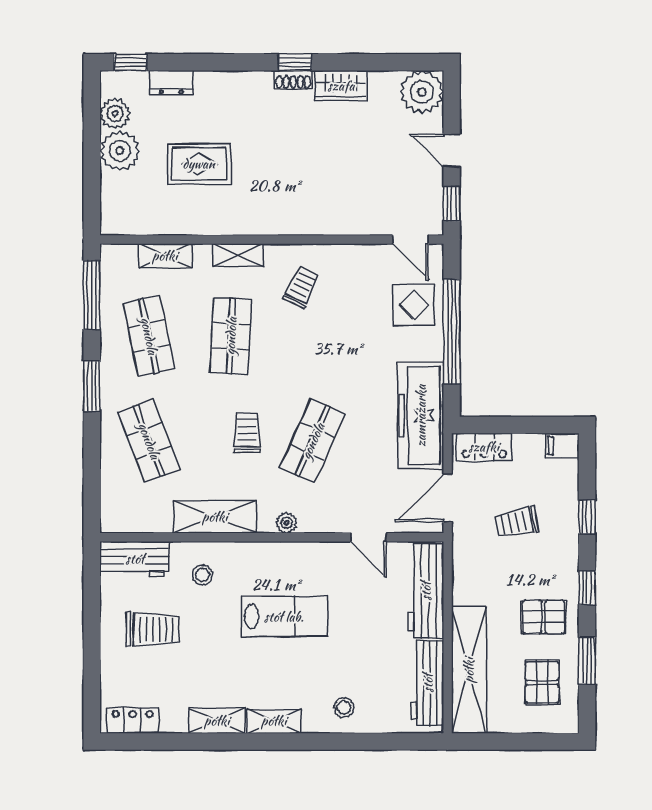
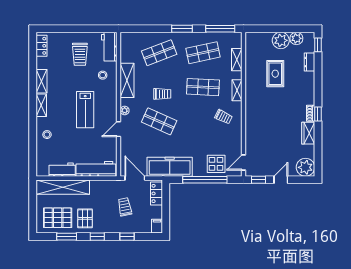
door: (368, 537) -> (119, 129), moved
pallet: (542, 682) -> (58, 218), width x1.50, depth x1.42
workbench: (428, 683) -> (62, 170), width x0.73

